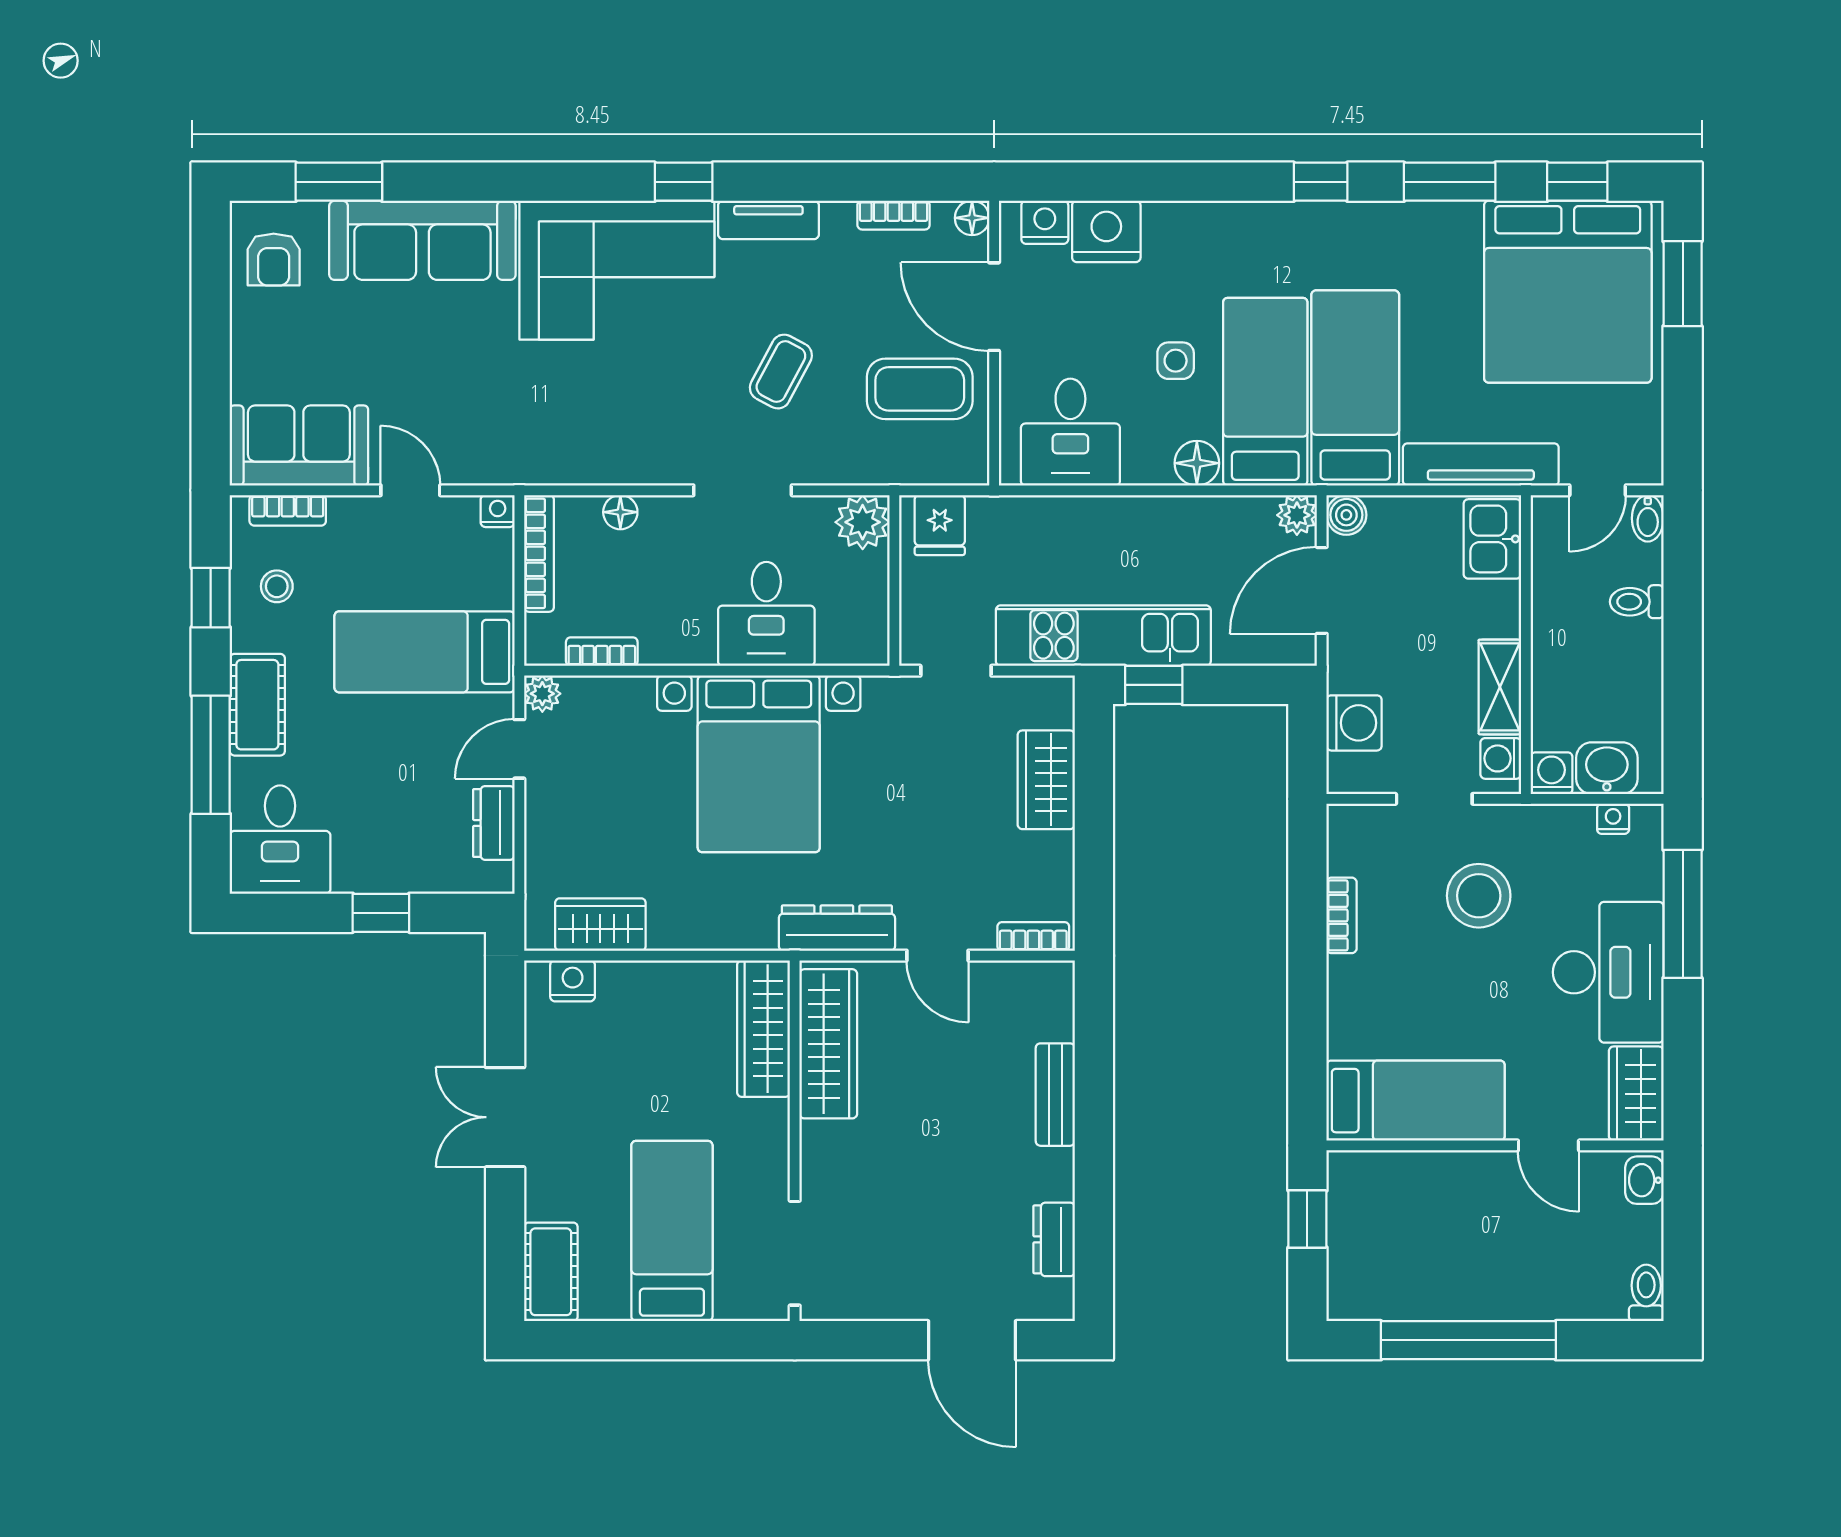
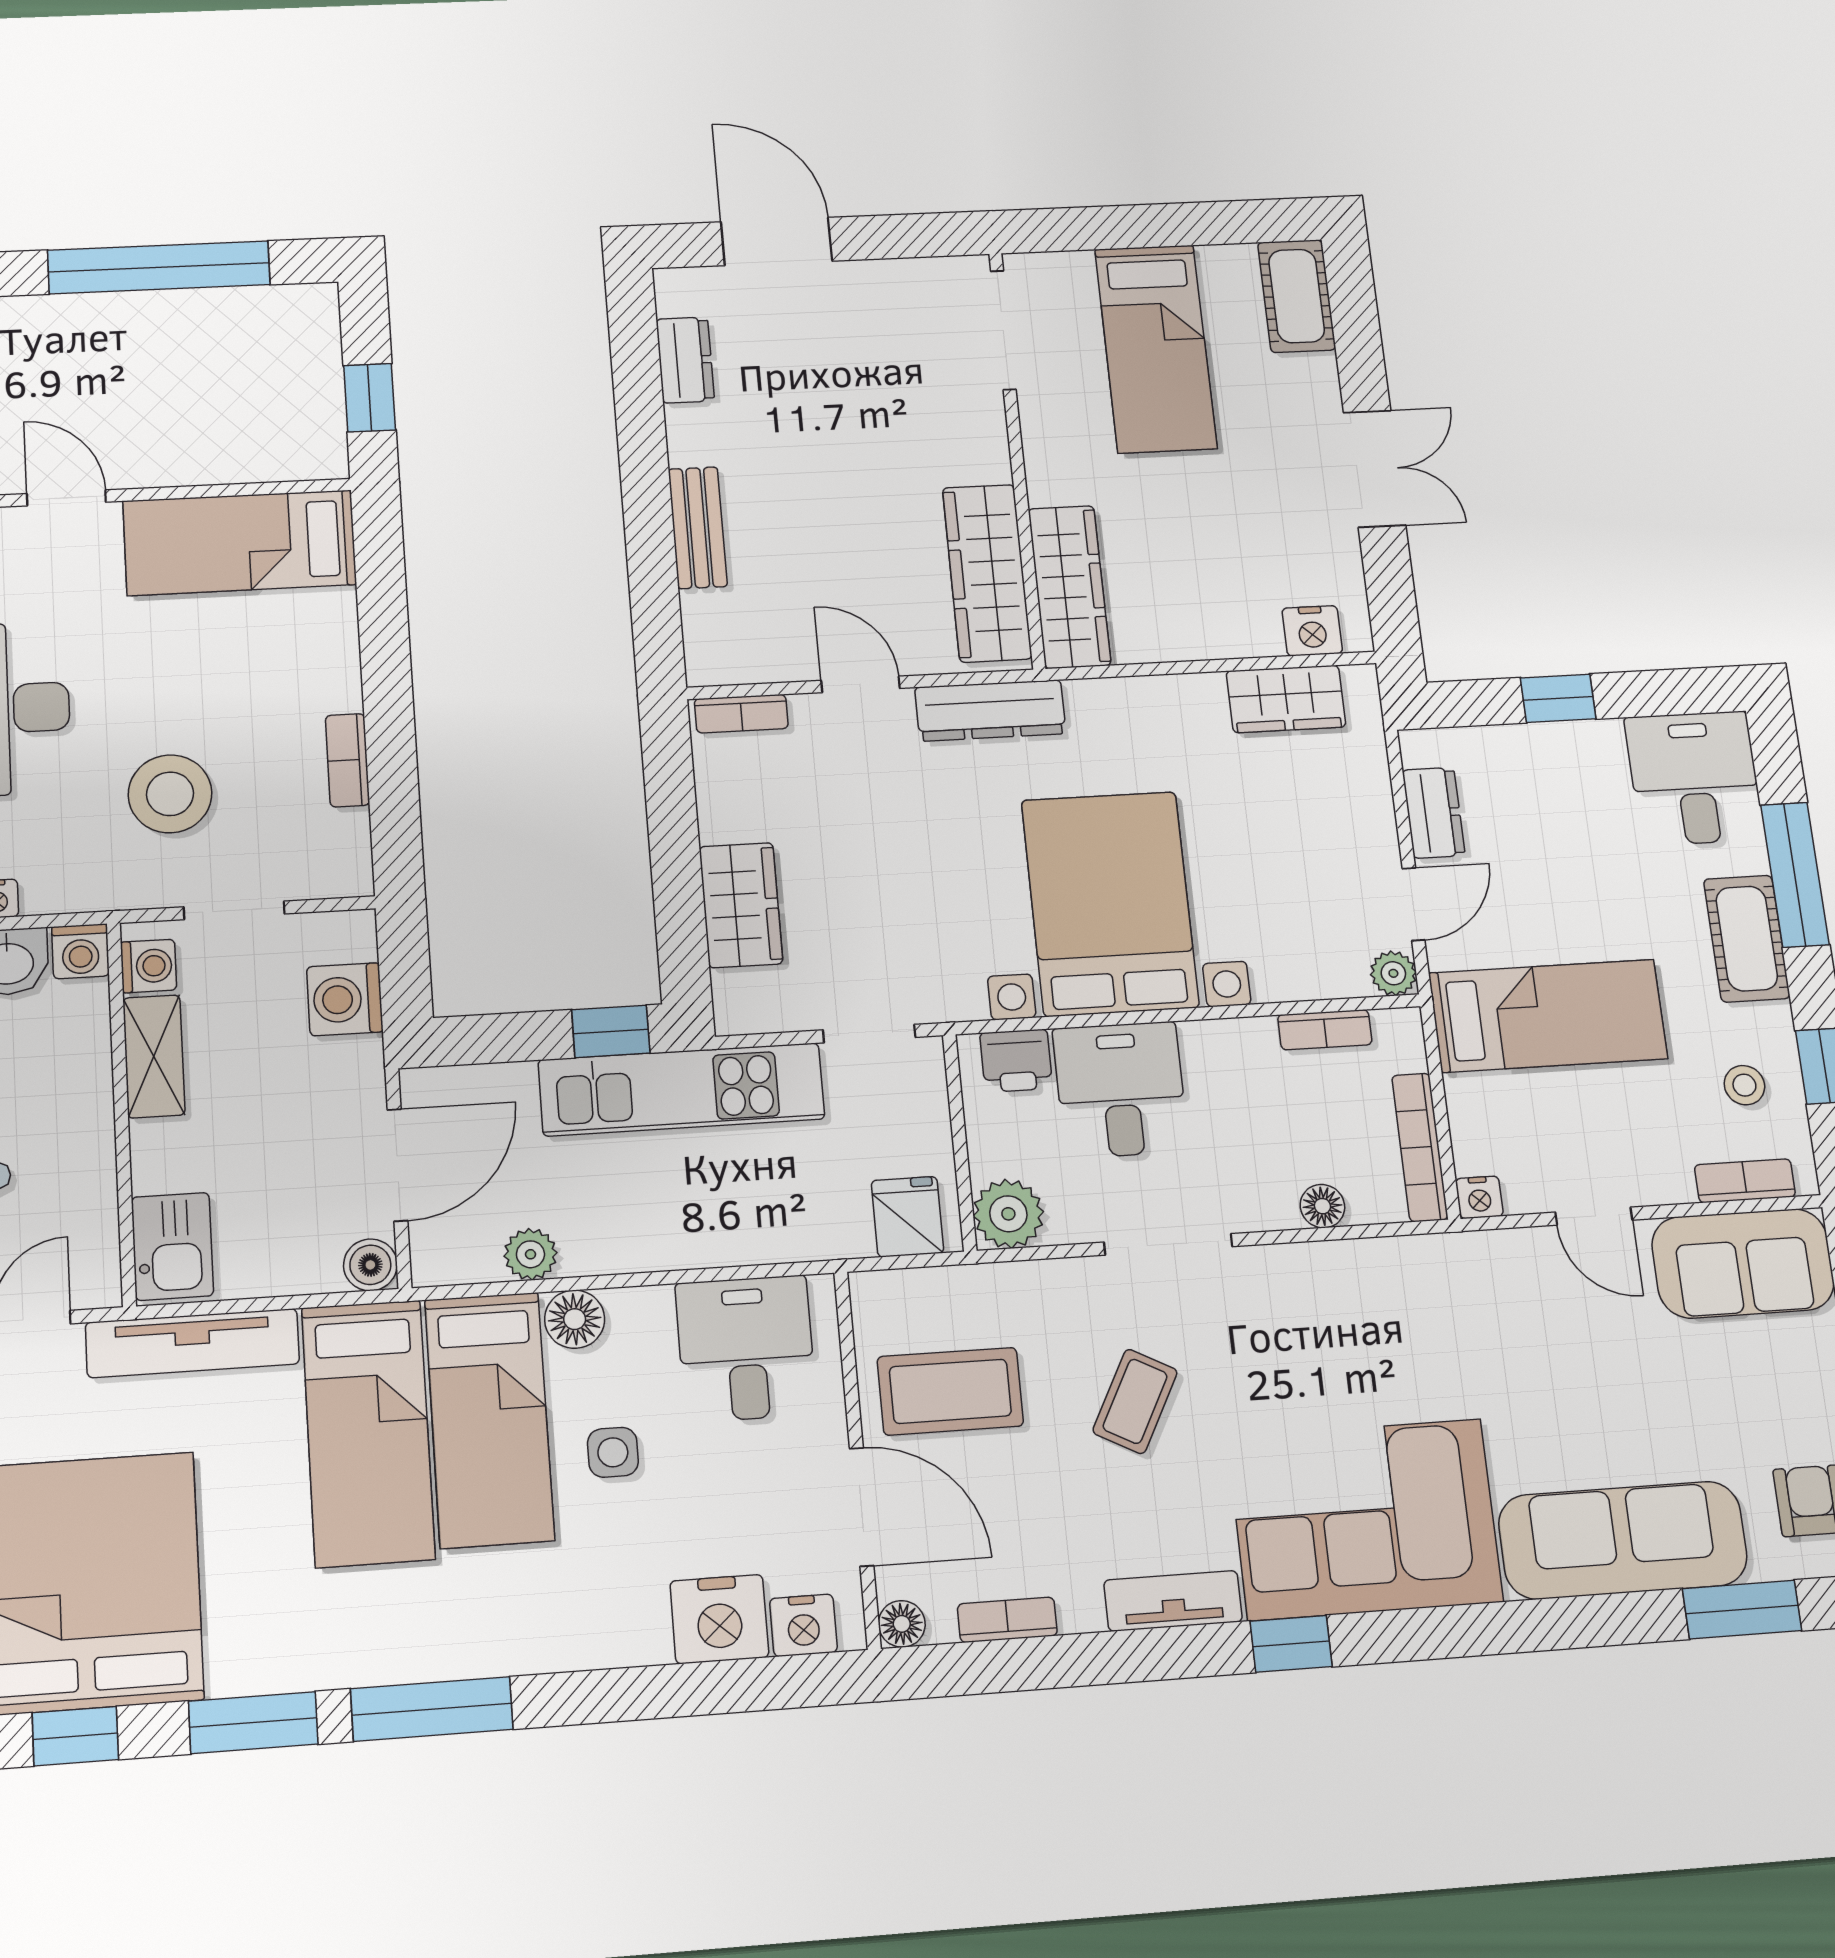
window: (1321, 182) -> (432, 1709), width x2.17
plant: (1297, 515) -> (530, 1254), moved
printer: (845, 642) -> (1016, 1061), added

